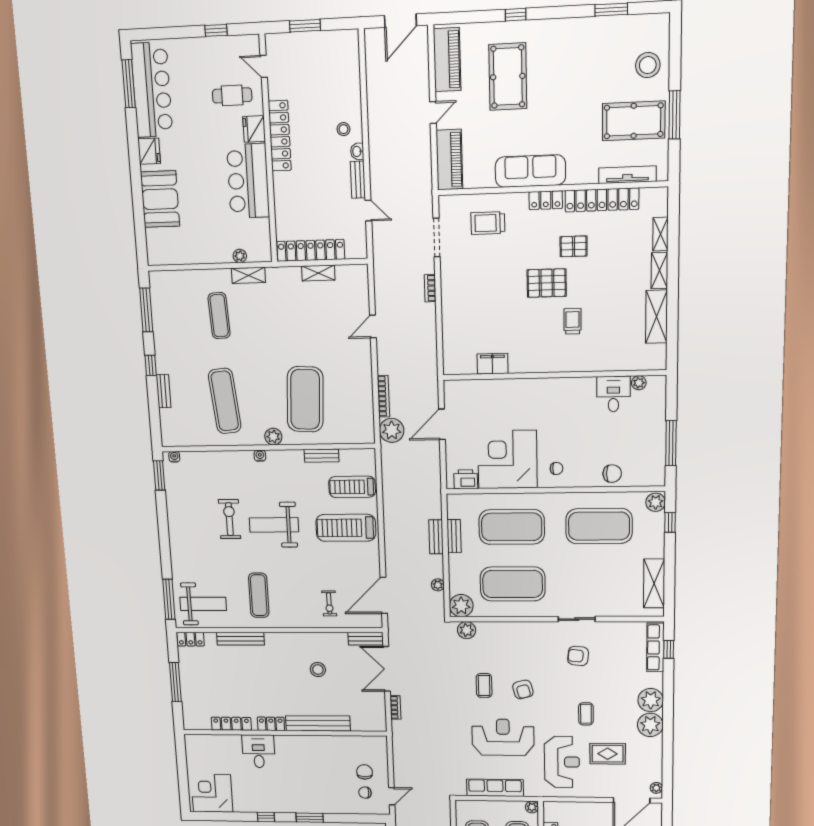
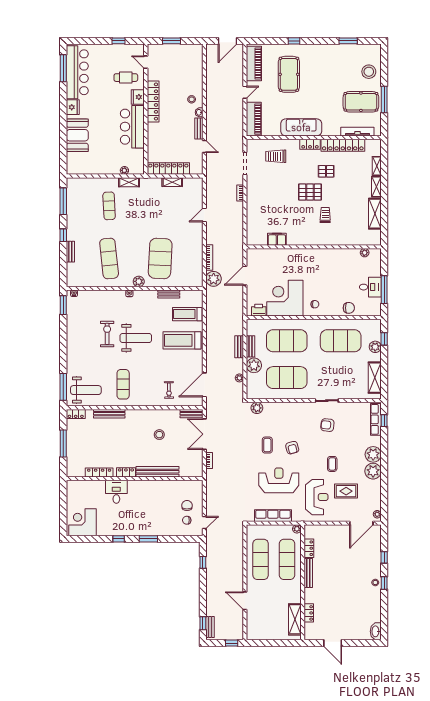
desk: (613, 394) -> (370, 287), moved, turned 90
plant: (656, 502) -> (375, 347), moved
weight bench: (274, 525) -> (136, 338), turned 180
plant: (461, 606) -> (254, 365), moved

